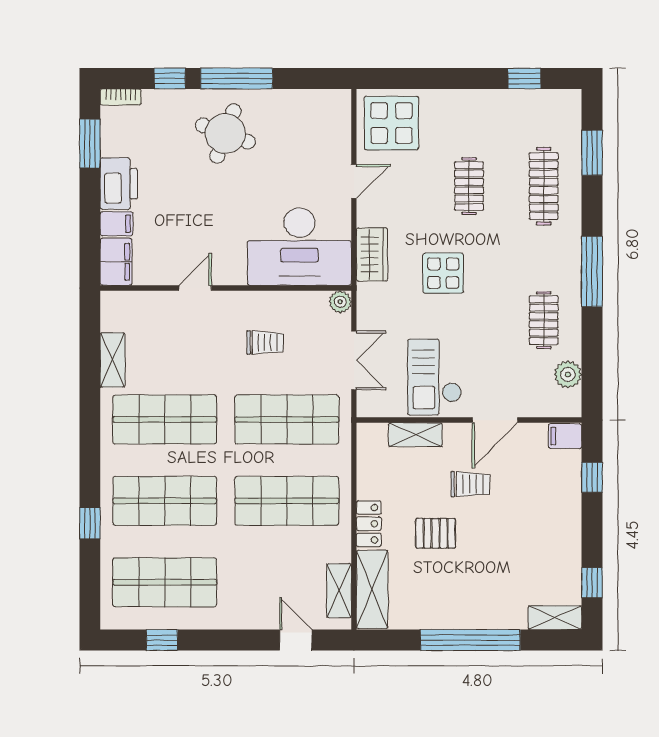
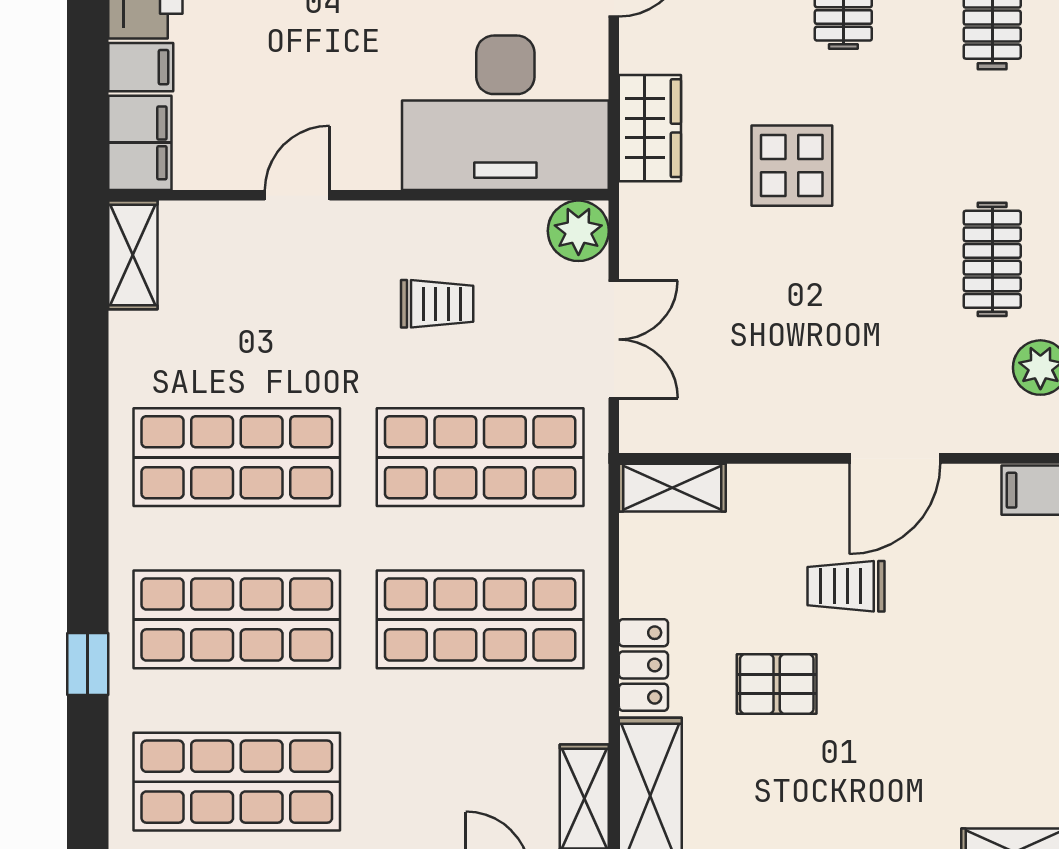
plant: (340, 302) -> (578, 231), width x1.38, depth x1.38
shelving: (113, 360) -> (133, 255), moved
checkout: (435, 377) -> (775, 373), removed
shelving: (415, 435) -> (672, 488), moved
trolley: (470, 484) -> (846, 586), turned 180

